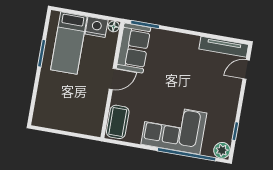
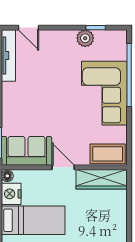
wardrobe: (95, 112) -> (102, 179), added
plant: (222, 150) -> (85, 38), moved

